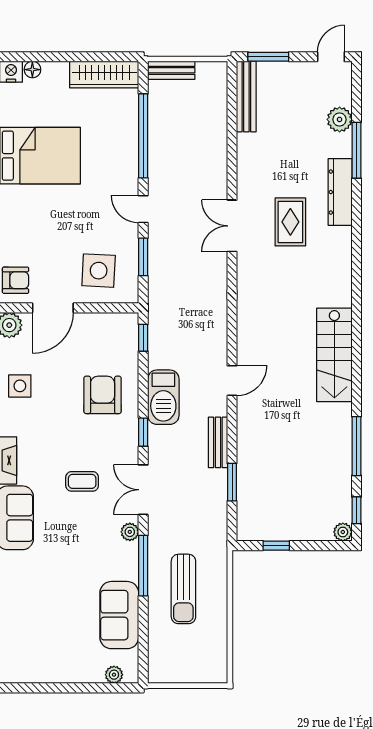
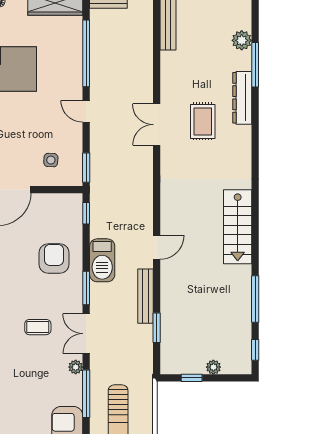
window: (143, 257) -> (86, 168), moved
side table: (99, 271) -> (51, 160), width x0.54, depth x0.54
window: (143, 432) -> (86, 288), width x1.50
bench: (218, 442) -> (145, 296), width x1.36
plant: (343, 532) -> (213, 367), moved

